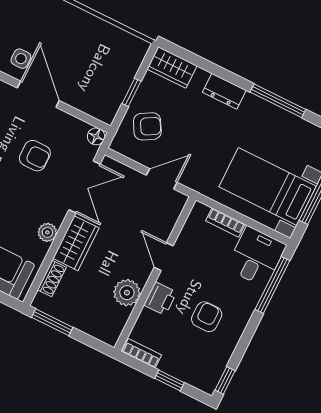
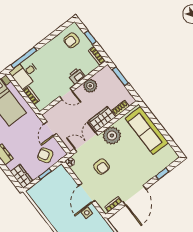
armchair: (35, 156) -> (102, 167), turned 180
door: (162, 179) -> (50, 129), hinge flipped
plant: (47, 232) -> (112, 136), width x1.88, depth x1.88
door: (164, 257) -> (66, 94), hinge flipped
armchair: (207, 317) -> (72, 40), moved
window: (52, 322) -> (120, 76), moved
window: (225, 380) -> (65, 26), removed

